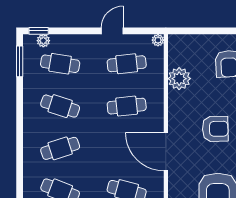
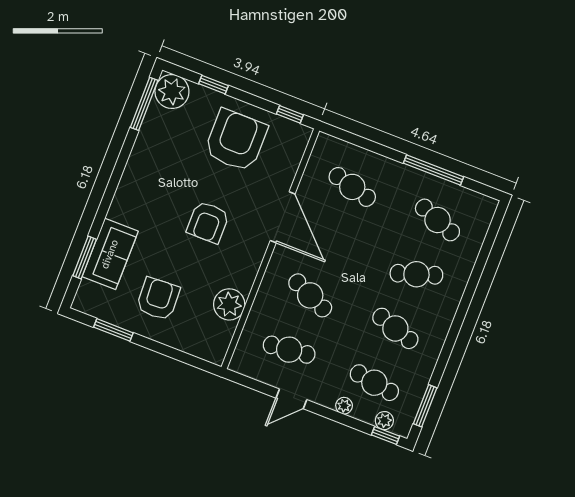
plant: (158, 40) -> (344, 406), moved
cafe table: (127, 106) -> (310, 295), turned 30
armchair: (215, 129) -> (208, 222), turned -89

